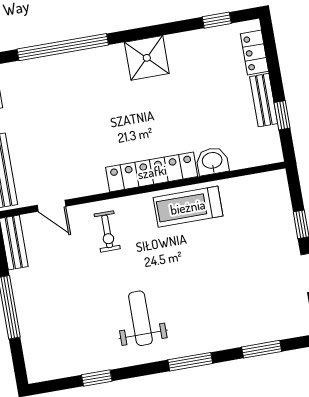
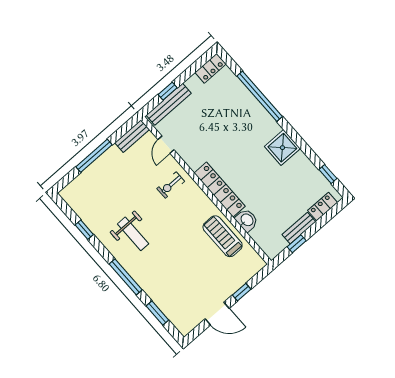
treadmill: (188, 207) -> (223, 236), moved
weight bench: (140, 318) -> (133, 234), turned 90
window: (190, 362) -> (126, 277), width x1.44

